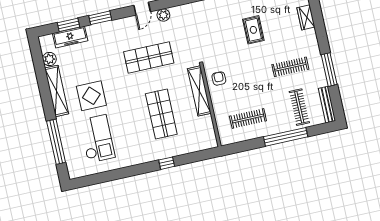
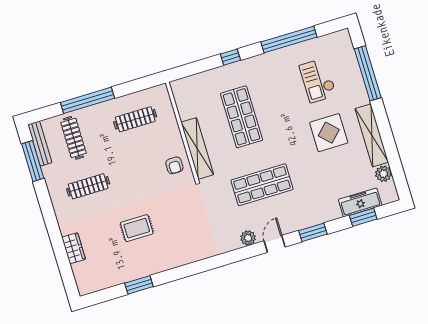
window: (100, 18) -> (313, 232), moved
rug: (253, 30) -> (137, 228), turned 90
window: (329, 70) -> (33, 161), moved
checkout: (97, 139) -> (318, 80), width x0.73, depth x0.83
window: (118, 174) -> (289, 40), added

